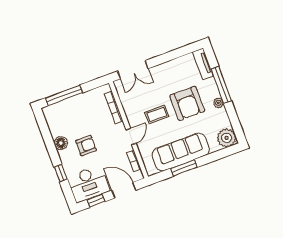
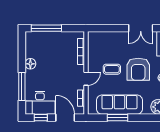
double door: (133, 70) -> (141, 28), moved
armchair: (86, 146) -> (49, 73), removed
window: (61, 173) -> (22, 87), width x2.17

